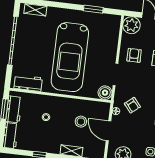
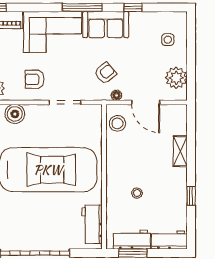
boiler: (105, 93) -> (15, 114), moved
stool: (81, 122) -> (117, 123), moved
door: (109, 131) -> (146, 102), hinge flipped

